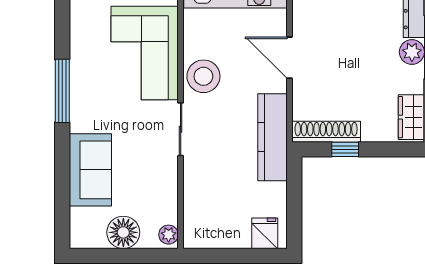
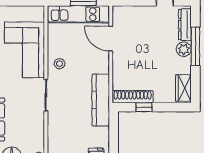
door: (289, 58) -> (111, 39), moved
stool: (203, 76) -> (59, 64), width x0.53, depth x0.53

